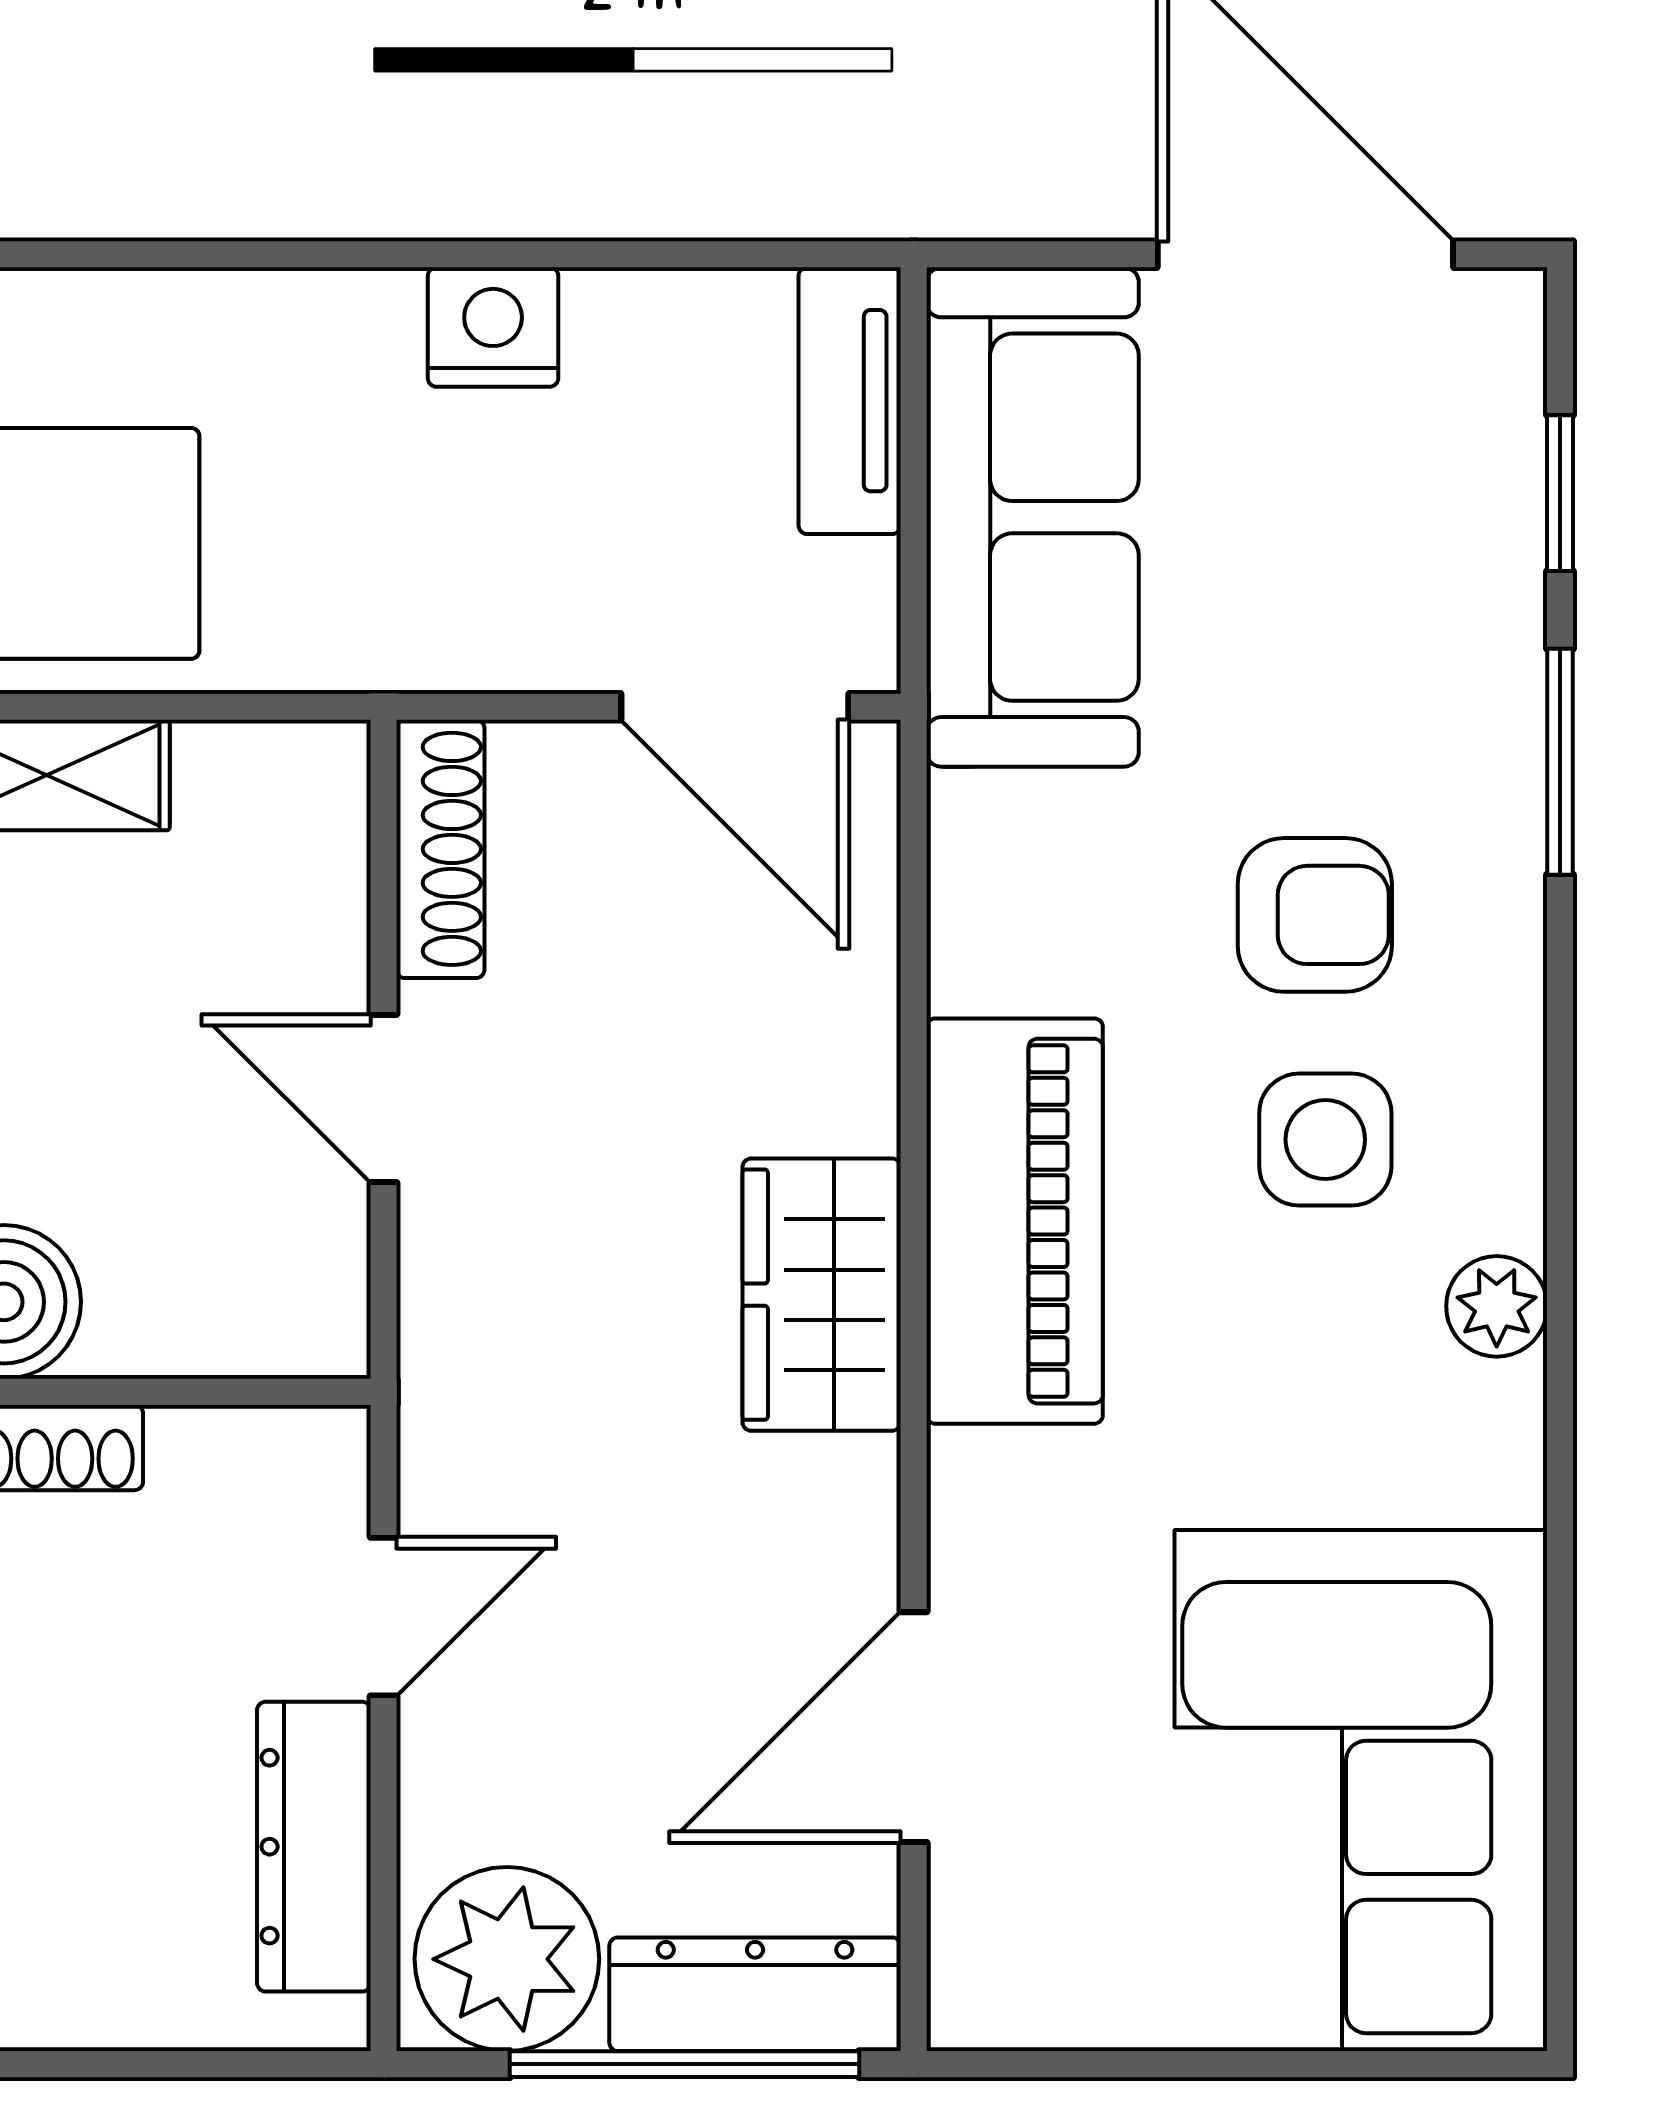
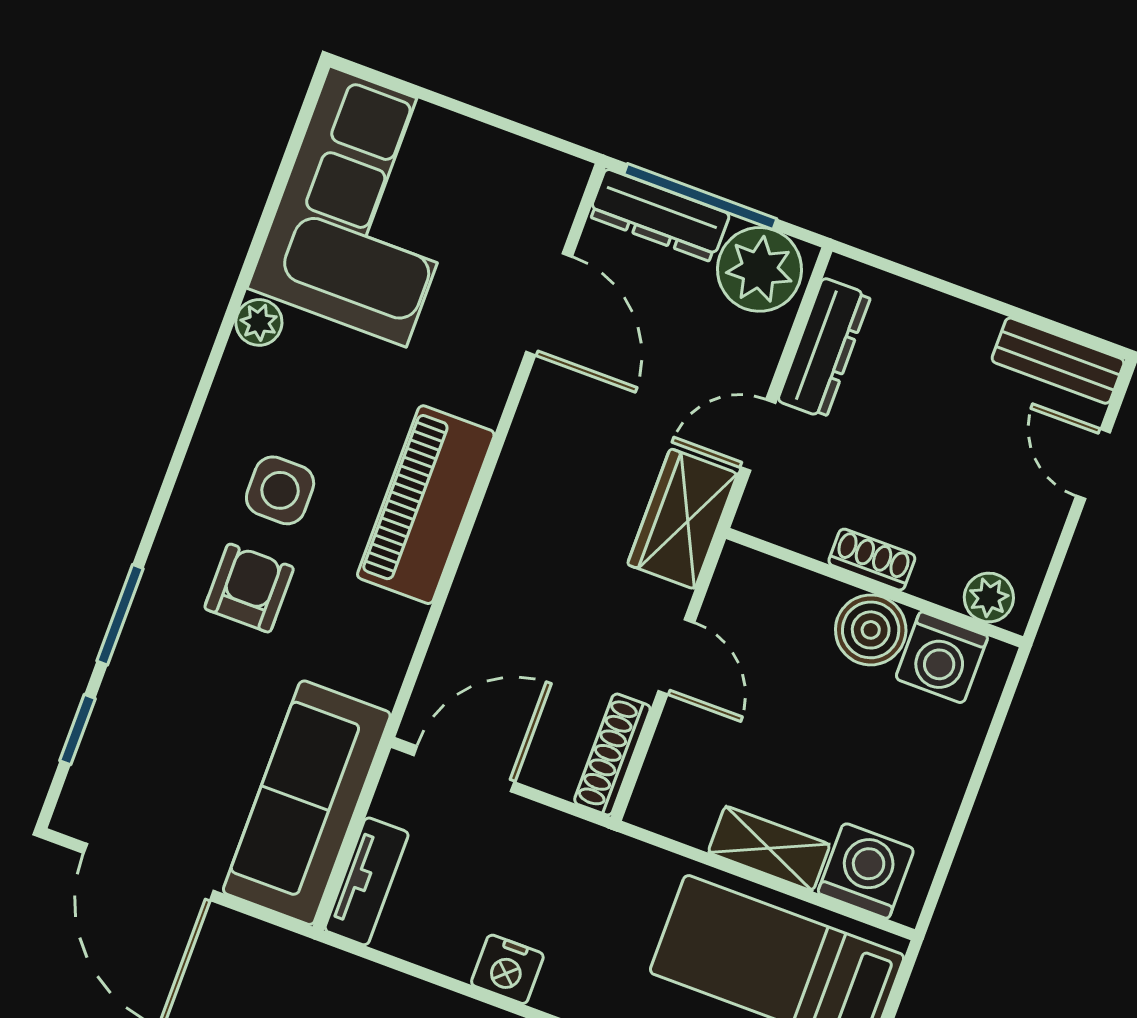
door: (735, 707) -> (464, 769), hinge flipped
armchair: (1315, 915) -> (249, 588), turned 90
wardrobe: (822, 1295) -> (682, 519), moved, turned 180
plant: (1497, 1306) -> (259, 322), moved
door: (914, 1727) -> (549, 304), hinge flipped

